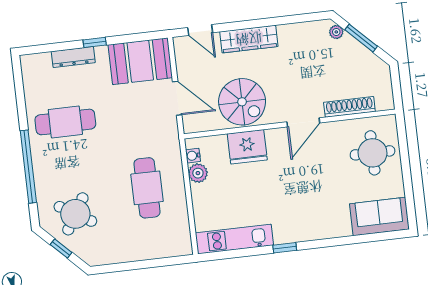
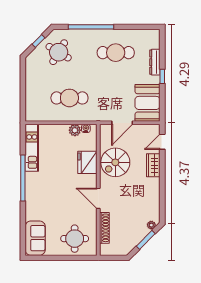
wardrobe: (249, 39) -> (153, 165), width x0.67
cafe table: (65, 122) -> (116, 53), turned 90
window: (285, 248) -> (23, 178), width x3.17

